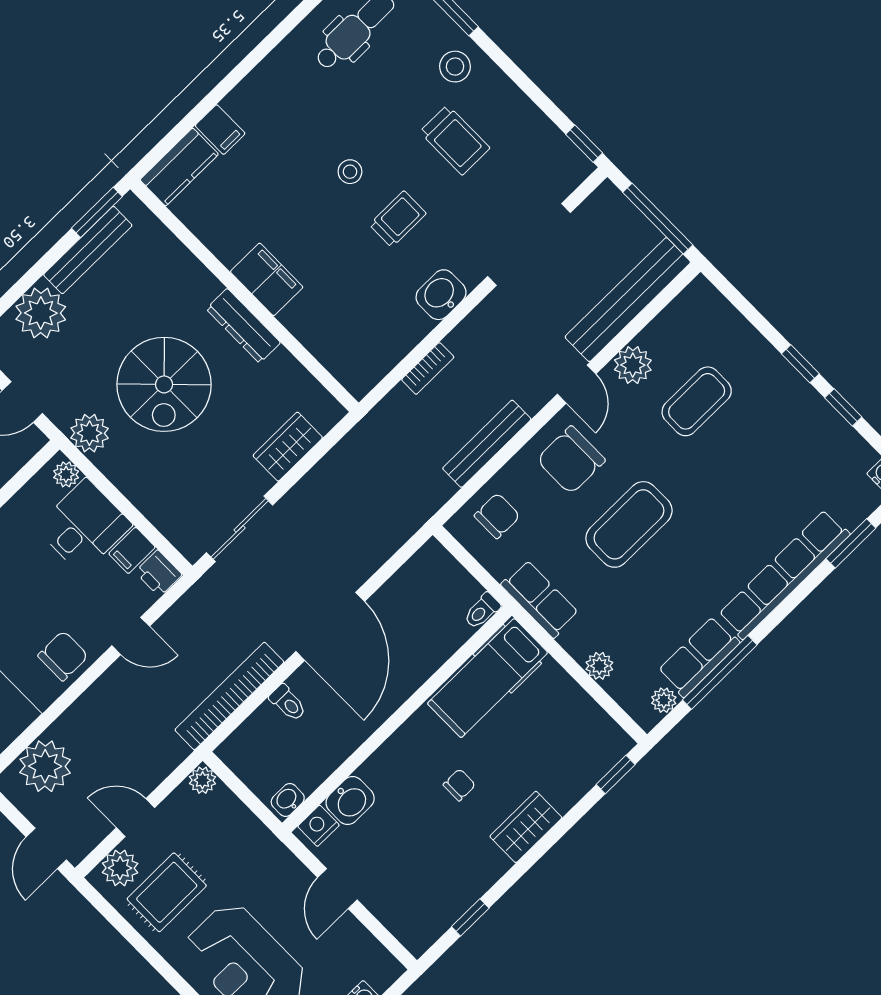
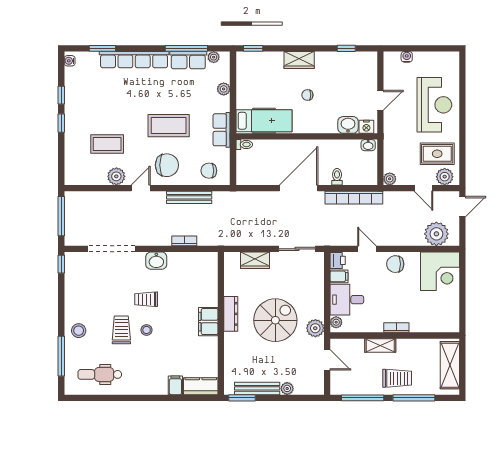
trolley: (455, 140) -> (121, 330), moved
bench: (628, 300) -> (97, 199), removed
plant: (41, 313) -> (287, 388), width x0.53, depth x0.53

